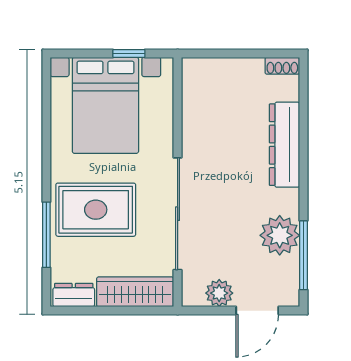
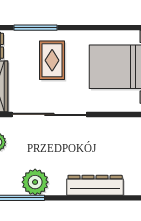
rug: (96, 210) -> (52, 60), width x0.73, depth x0.70

